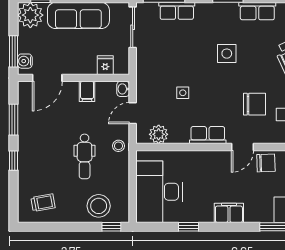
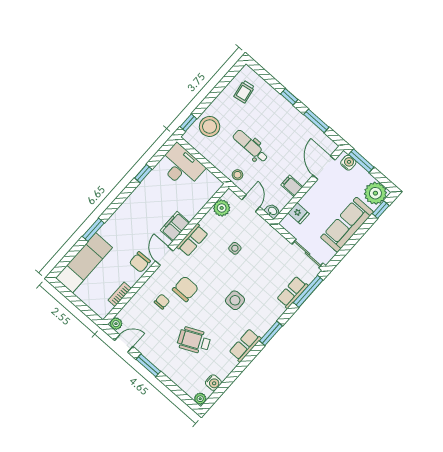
chair: (254, 104) -> (185, 289), turned 180
desk: (159, 192) -> (181, 166), width x0.73, depth x0.77
filing cabinet: (229, 213) -> (175, 226), moved, turned 180

